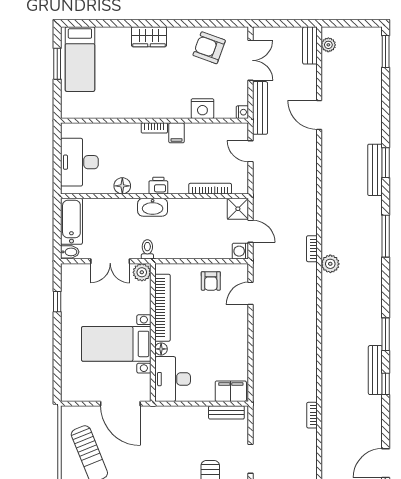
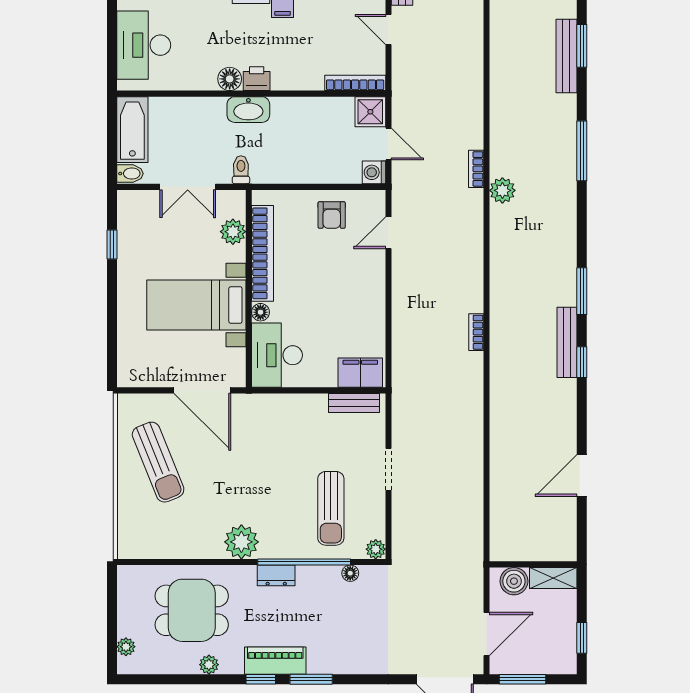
floor lamp: (122, 186) -> (230, 79), moved
bookcase: (210, 189) -> (355, 83), moved
plant: (142, 272) -> (233, 232), moved
bookcase: (312, 415) -> (476, 332), moved

